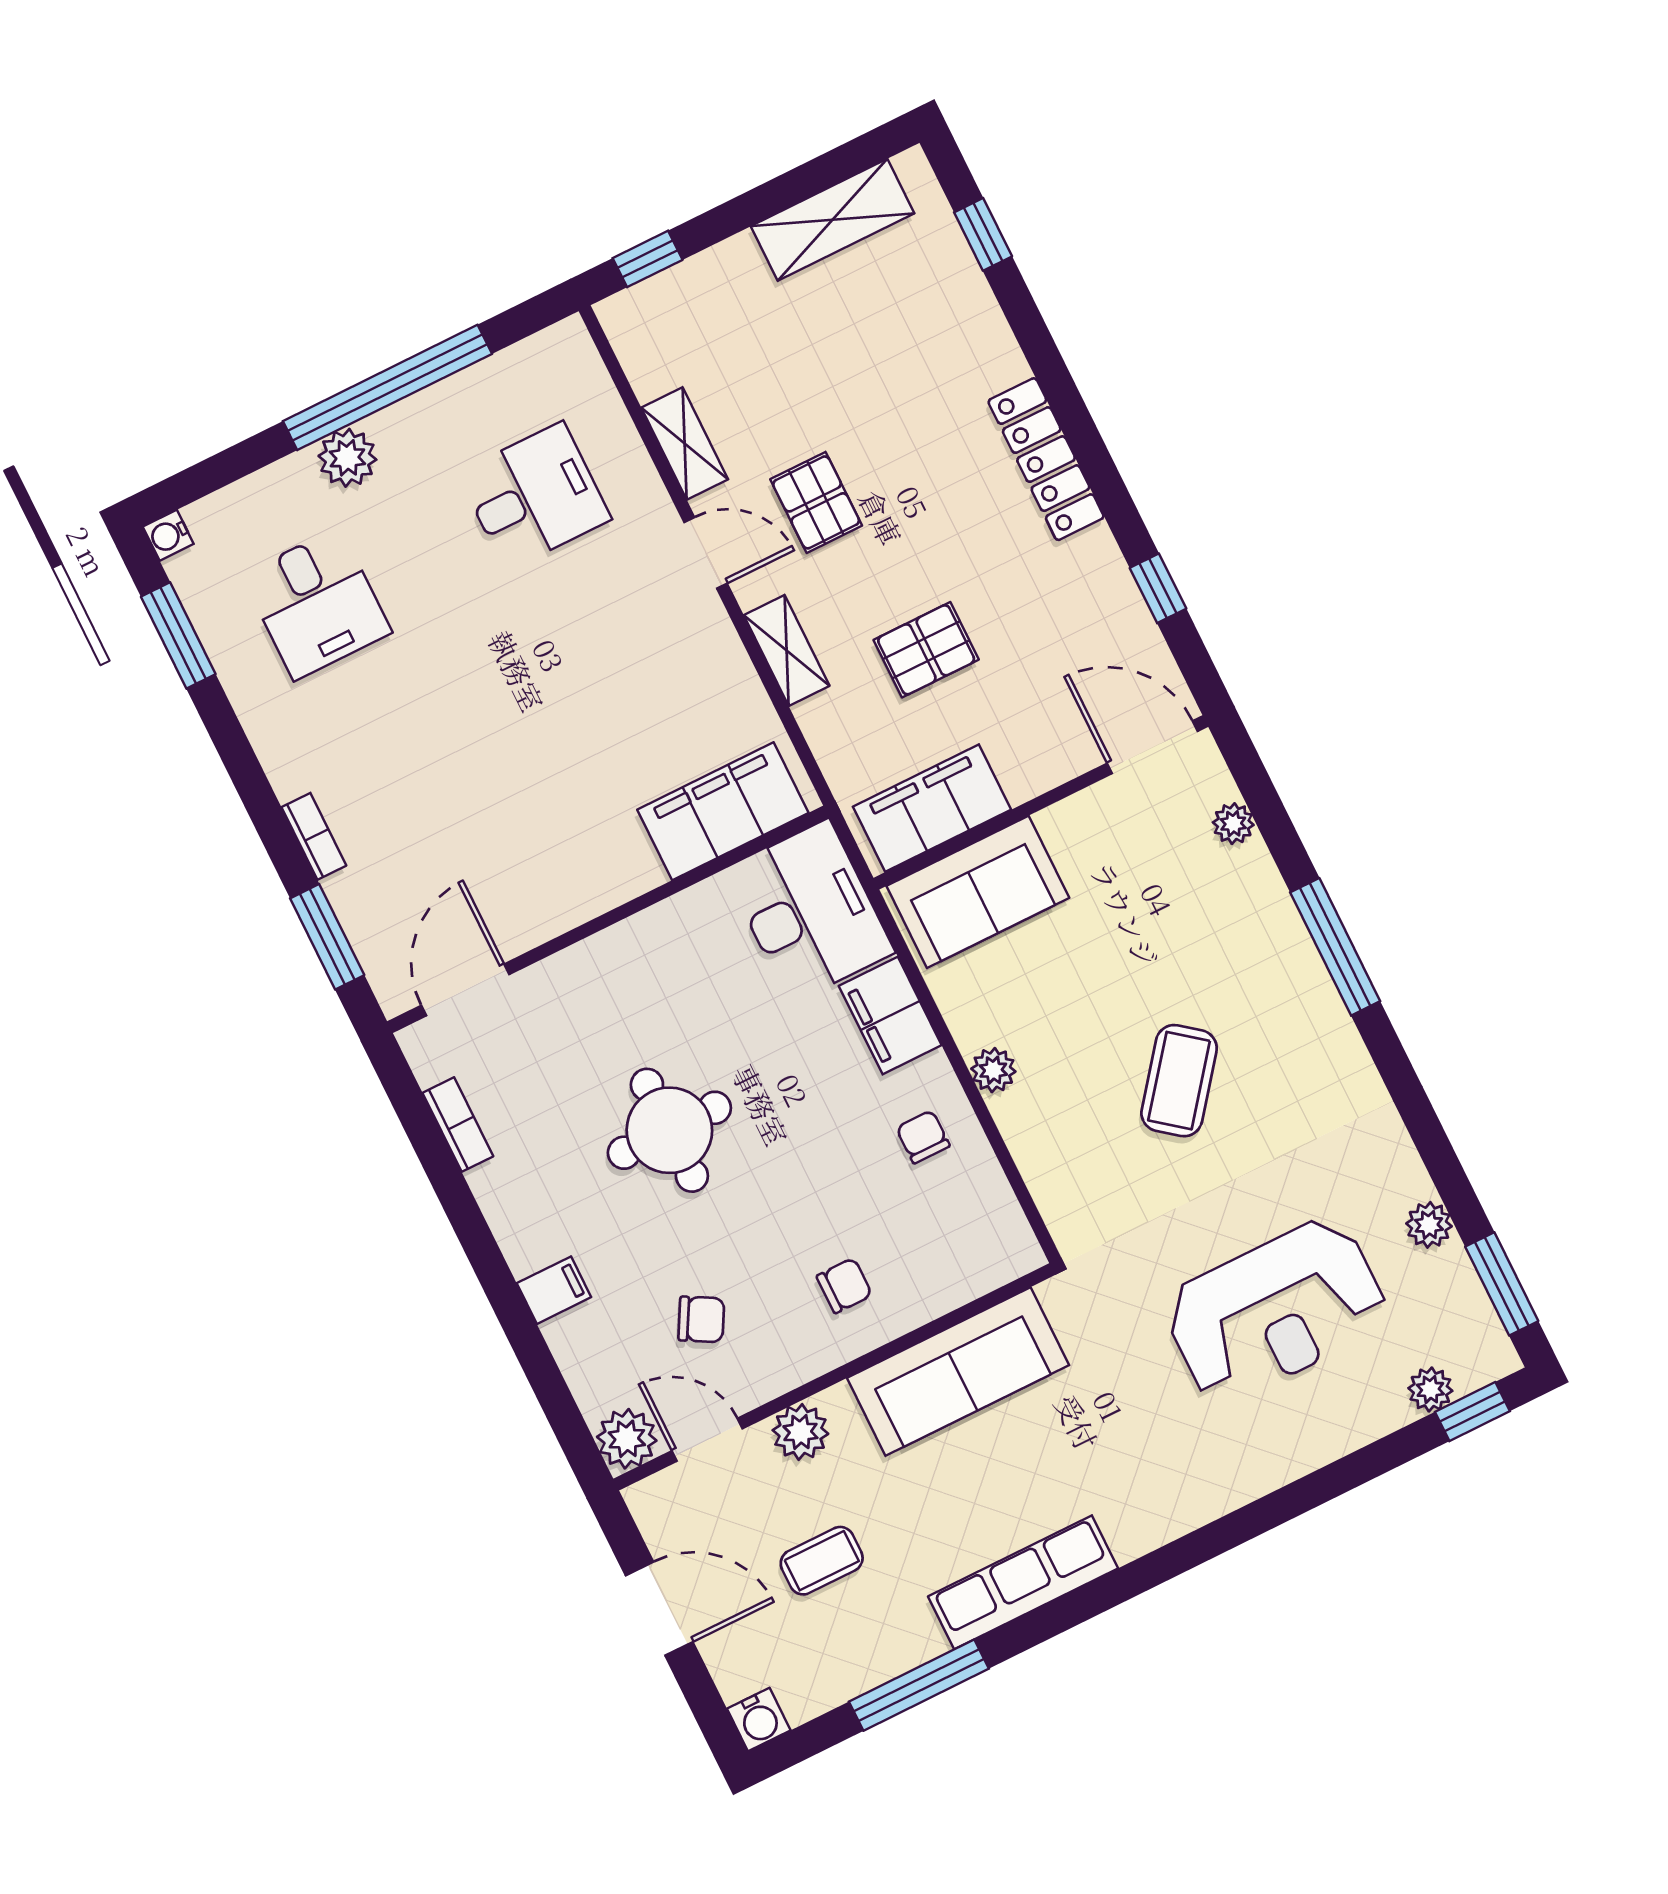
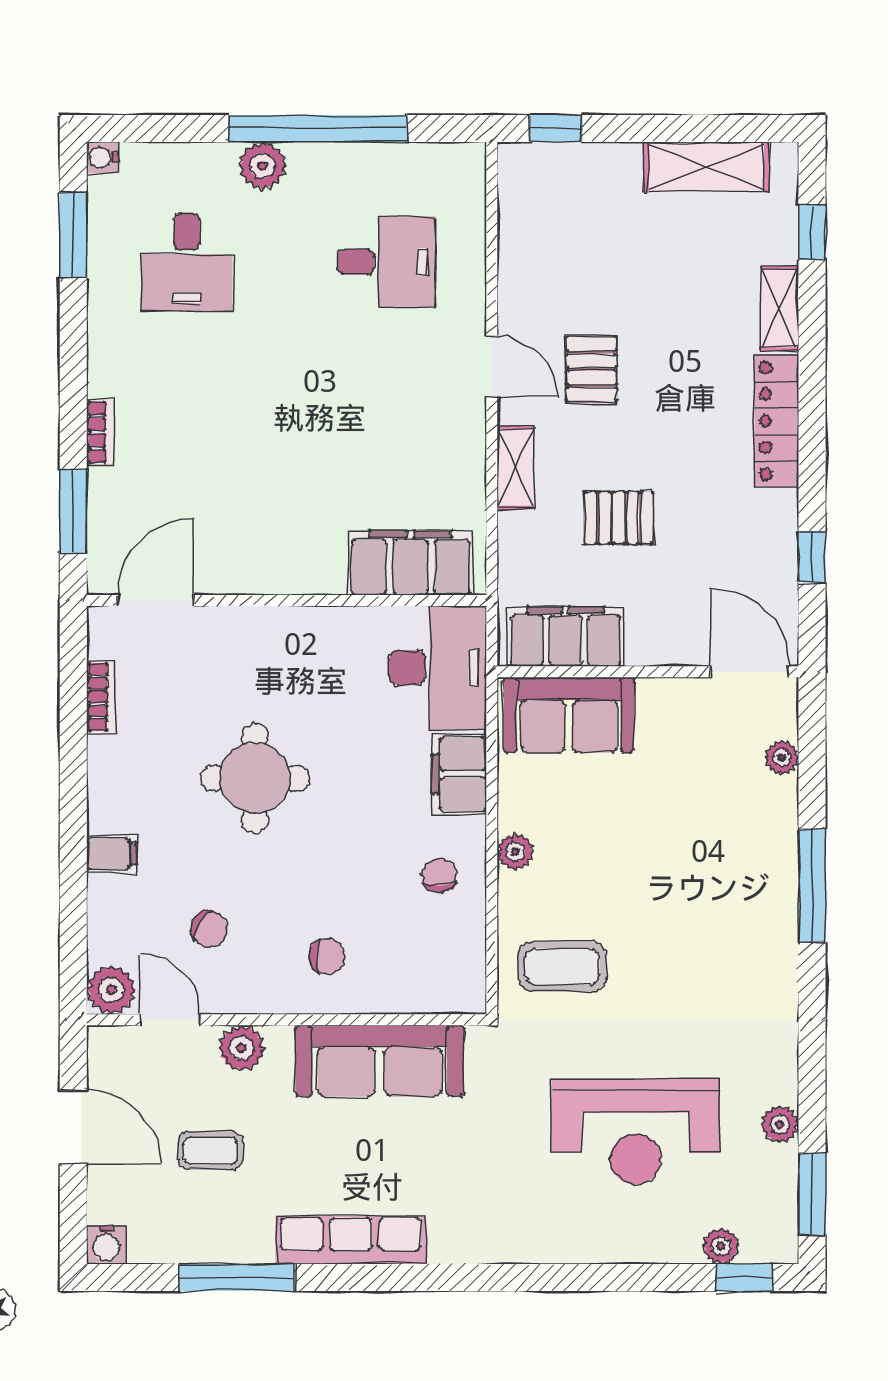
shelving: (685, 443) -> (780, 309), moved
coffee table: (1179, 1081) -> (562, 967), moved, turned 52

